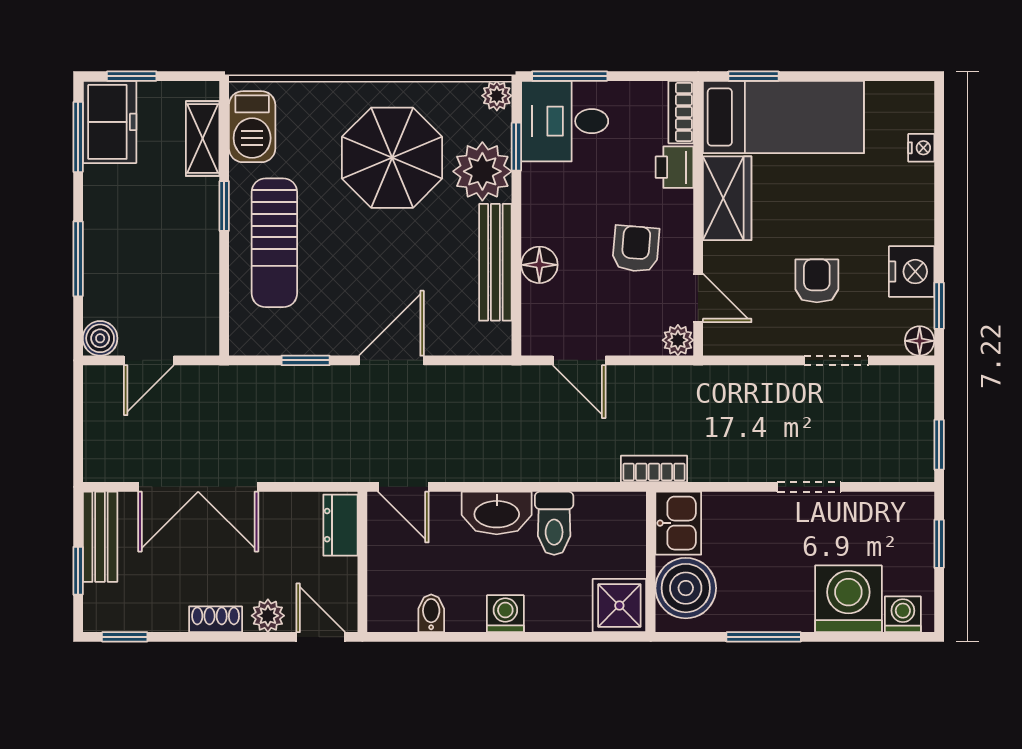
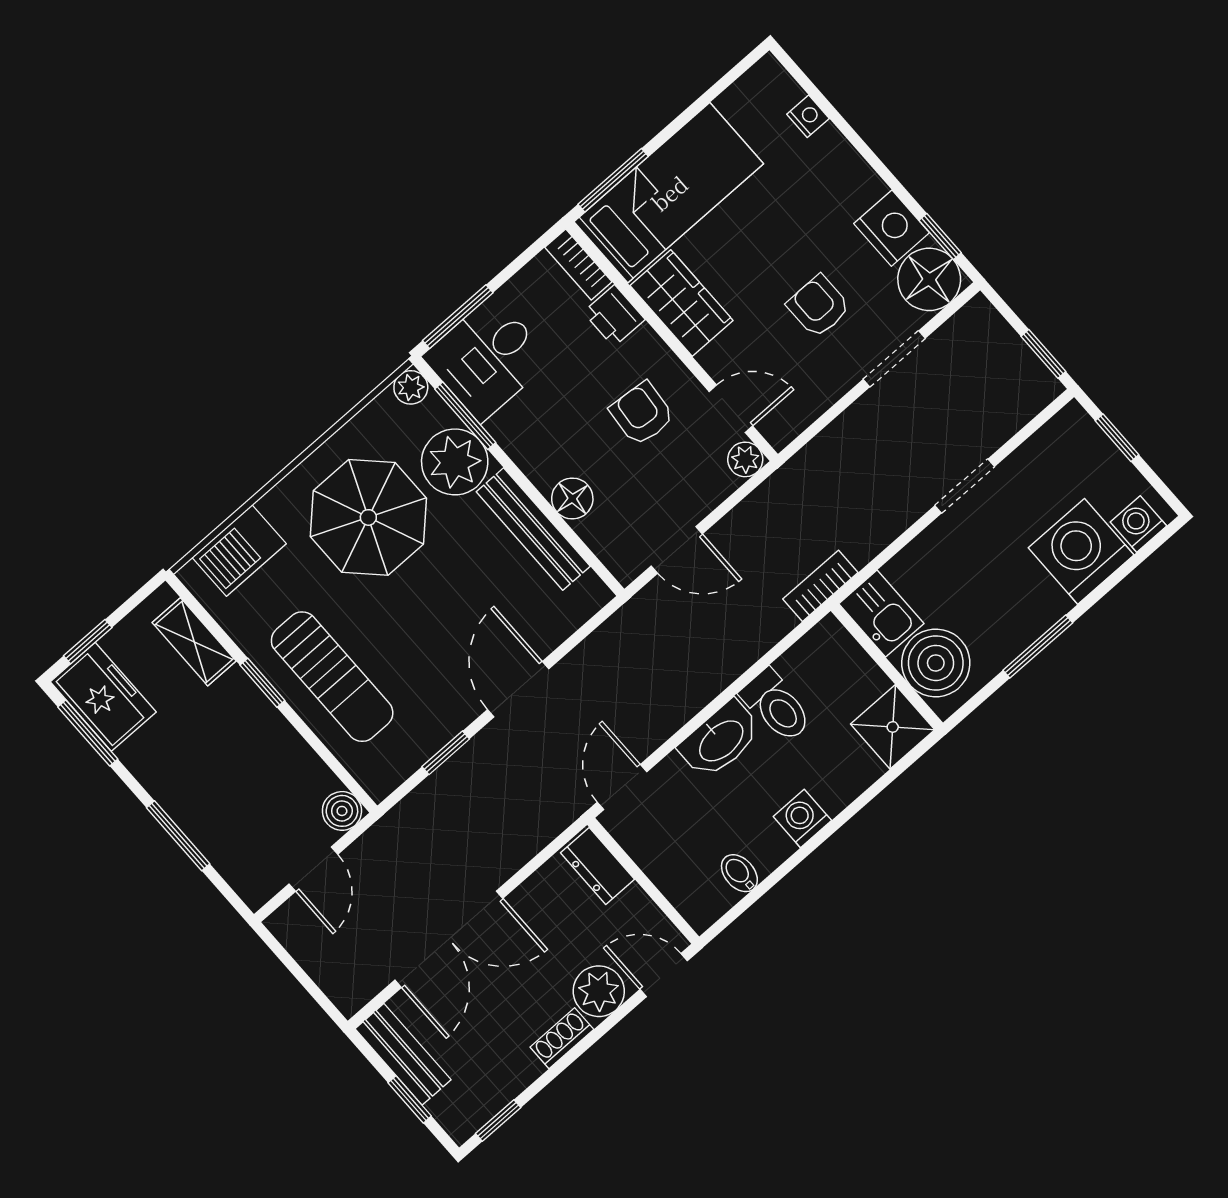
window: (754, 76) -> (613, 180), width x1.50
barbecue: (252, 127) -> (239, 550), moved, turned 90
window: (516, 147) -> (465, 416), width x1.50
boiler: (100, 338) -> (342, 811), moved
floor lamp: (920, 341) -> (929, 279), width x1.89, depth x1.89
door: (403, 487) -> (622, 787), swing flipped
plant: (268, 616) -> (599, 991), width x1.38, depth x1.38

